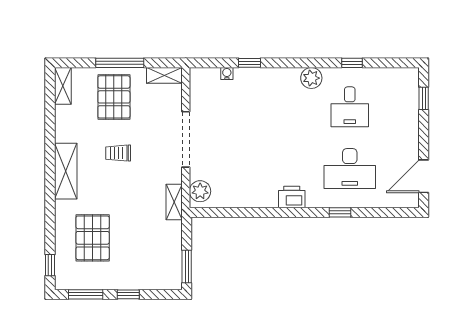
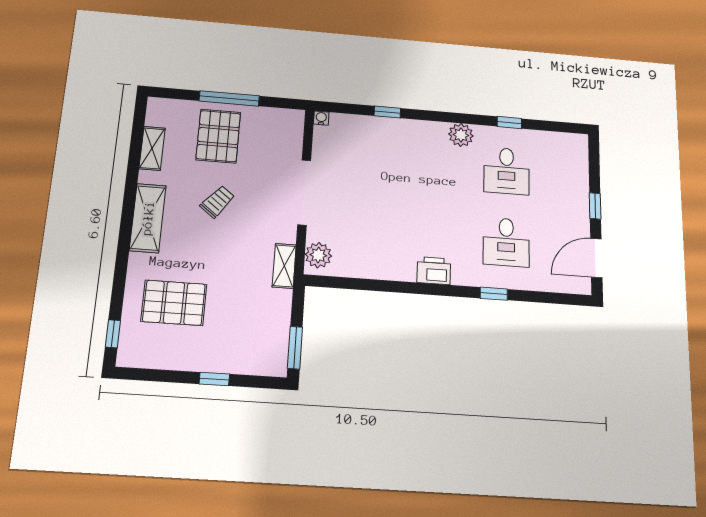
water cooler: (227, 73) -> (321, 118), moved
shelving: (164, 75) -> (283, 117), removed
shelving: (63, 86) -> (152, 148), moved
window: (424, 98) -> (595, 206), moved
trolley: (118, 153) -> (217, 202), turned 128
desk: (350, 169) -> (506, 242), width x0.73
pallet: (93, 238) -> (174, 303), turned 90
window: (86, 294) -> (157, 375), removed

